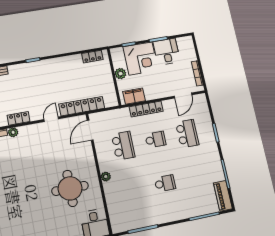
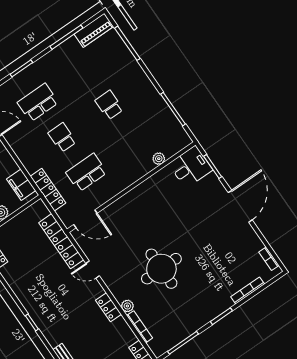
locker: (146, 109) -> (48, 190), moved
plant: (106, 177) -> (159, 159), moved
round table: (70, 188) -> (161, 269), moved

